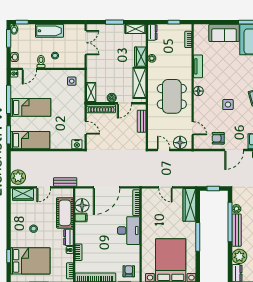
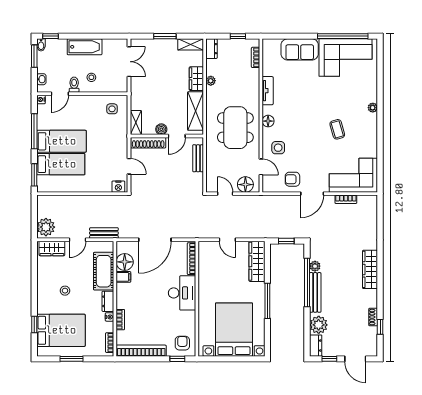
side table: (228, 105) -> (278, 148), moved
bed: (30, 140) -> (61, 164), moved

